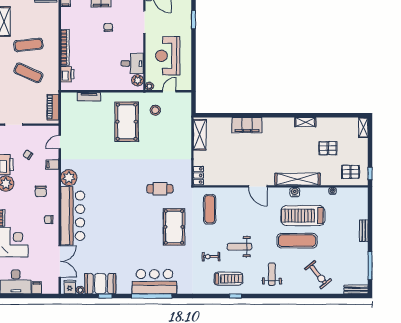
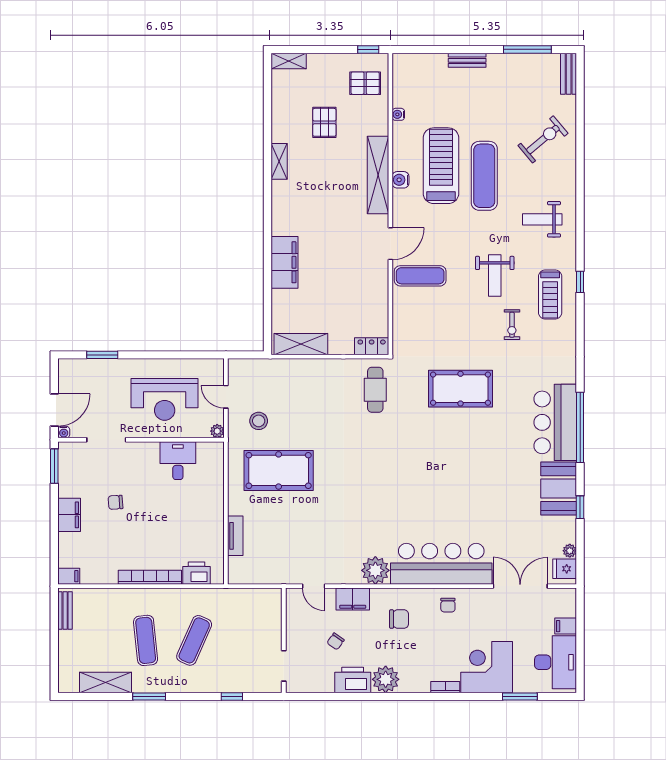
plant: (138, 80) -> (207, 452), removed
piano: (53, 107) -> (253, 598), removed
filing cabinet: (52, 165) -> (353, 599), width x2.00
pallet: (351, 172) -> (365, 83), turned 90
cafe table: (160, 189) -> (375, 390), moved
exercise mat: (210, 209) -> (420, 276), moved
treadmill: (303, 216) -> (441, 166), turned 180
treadmill: (228, 279) -> (550, 295), turned 180
booth: (100, 284) -> (559, 489), moved

